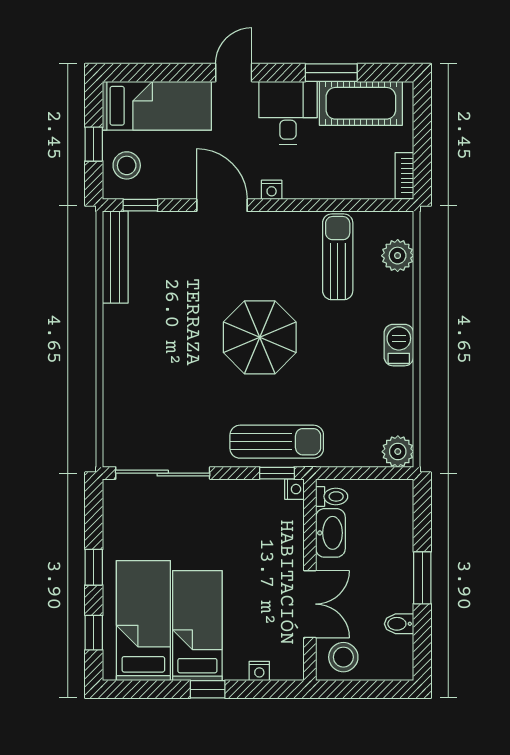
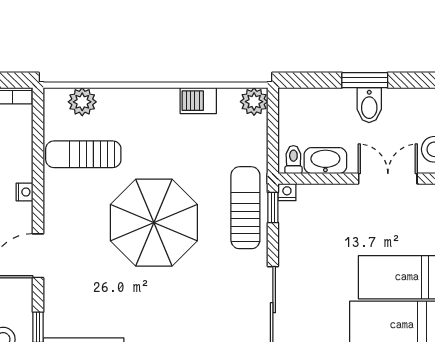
nightstand: (272, 190) -> (25, 192), moved
parasol: (260, 337) -> (154, 223), width x1.36, depth x1.36
barbecue: (399, 345) -> (198, 101), moved
bidet: (399, 624) -> (369, 105), moved, width x1.38, depth x1.36

